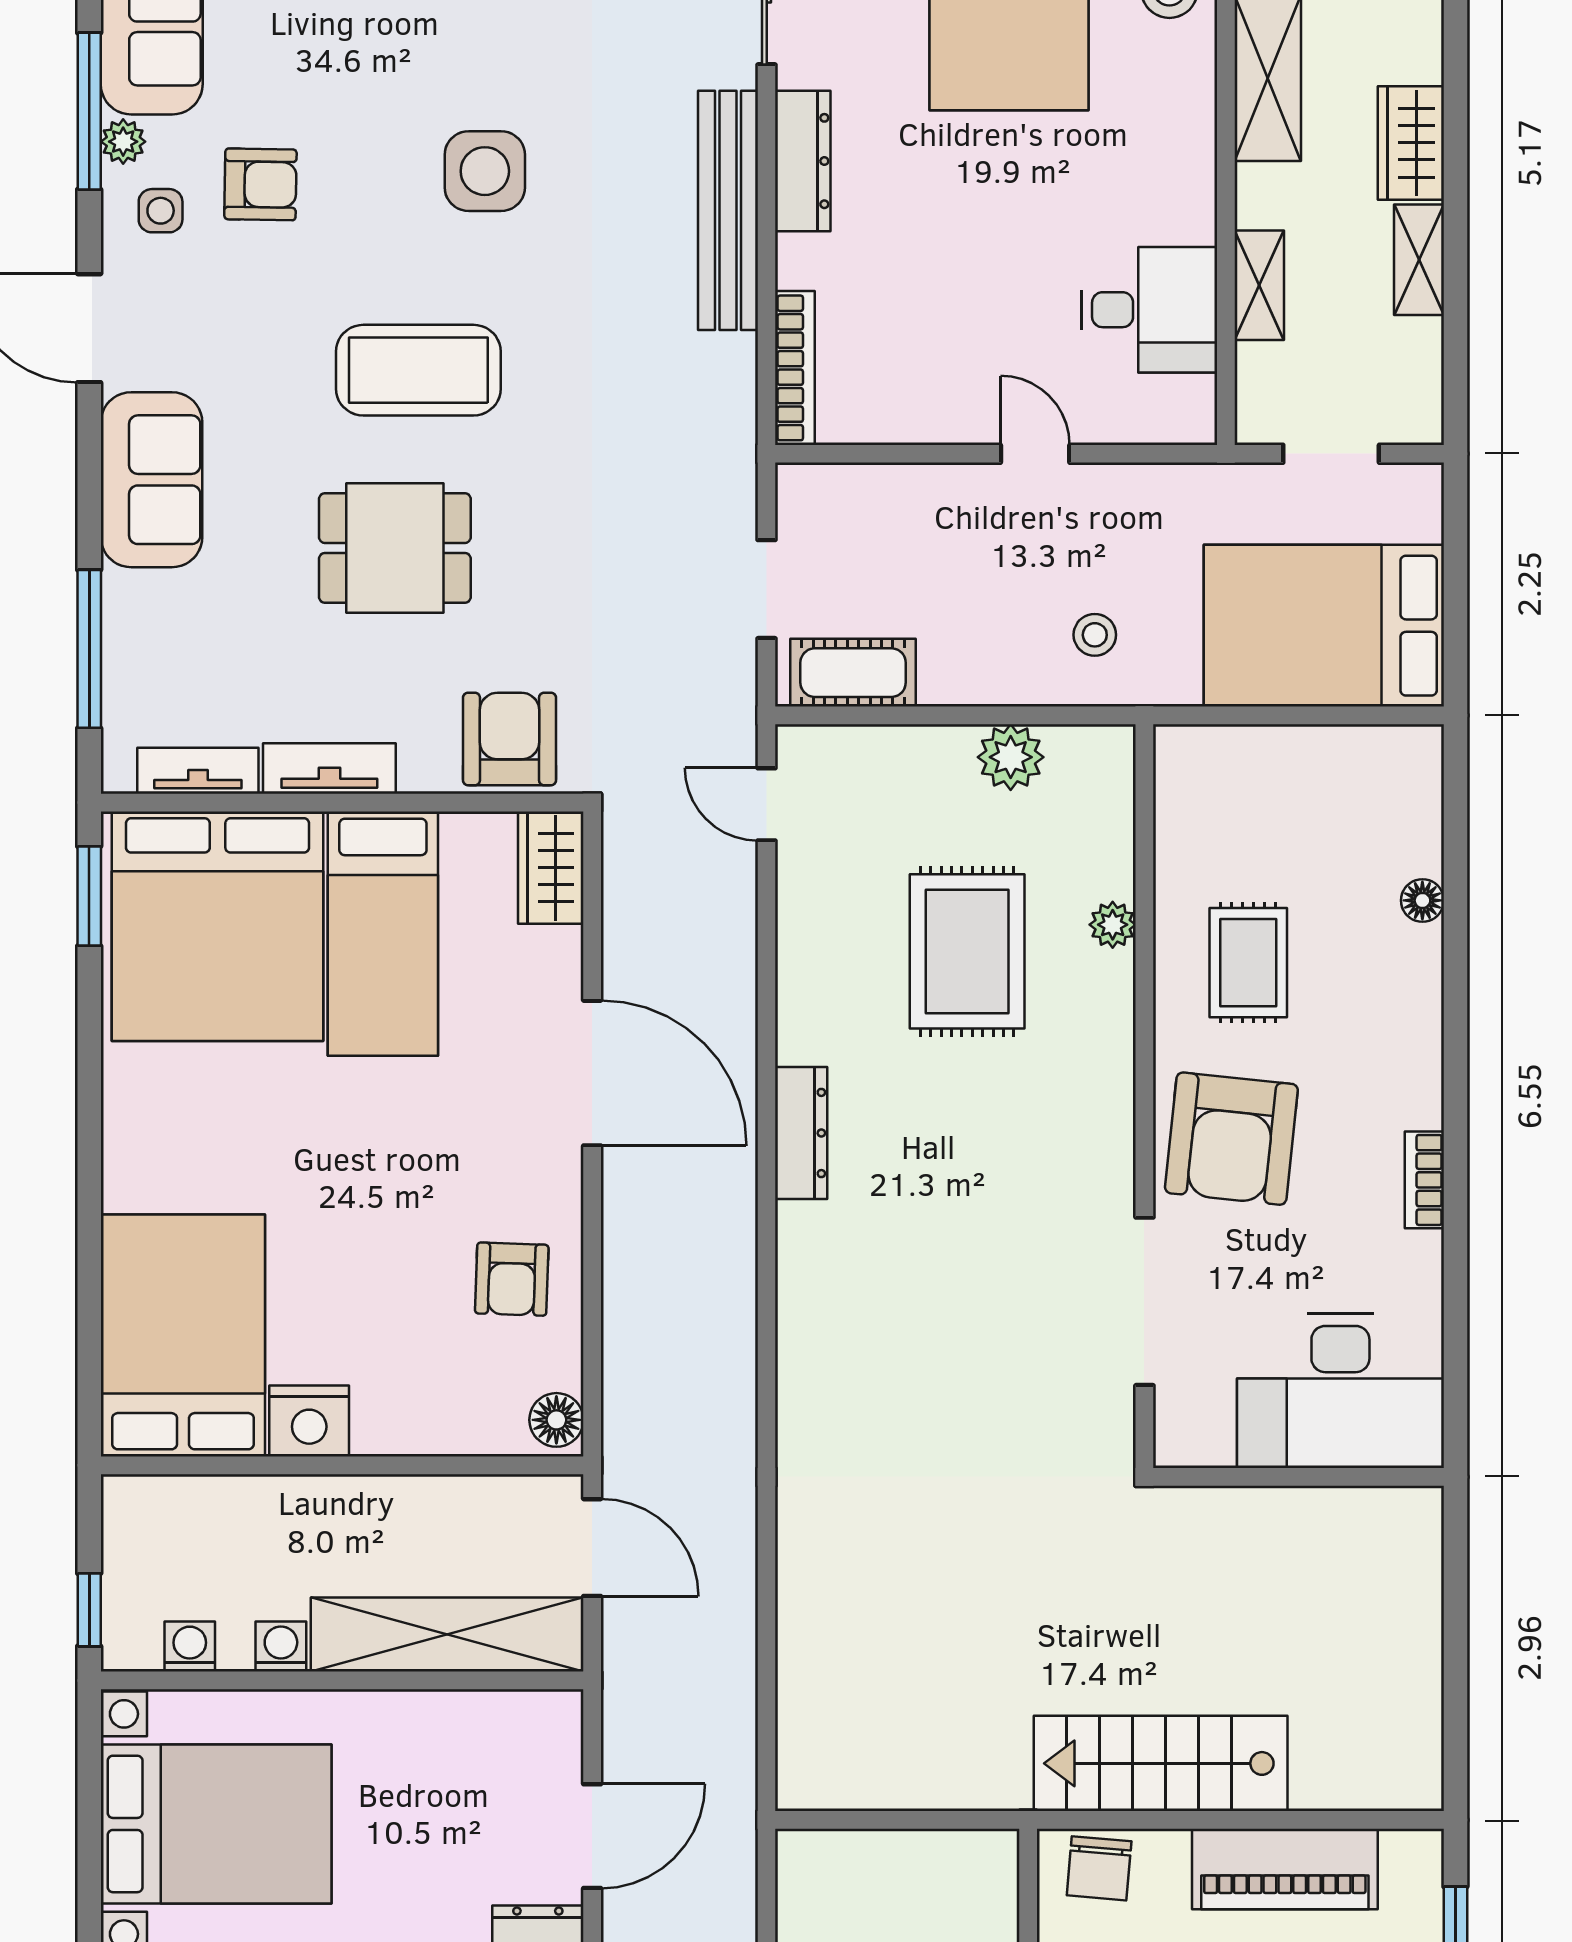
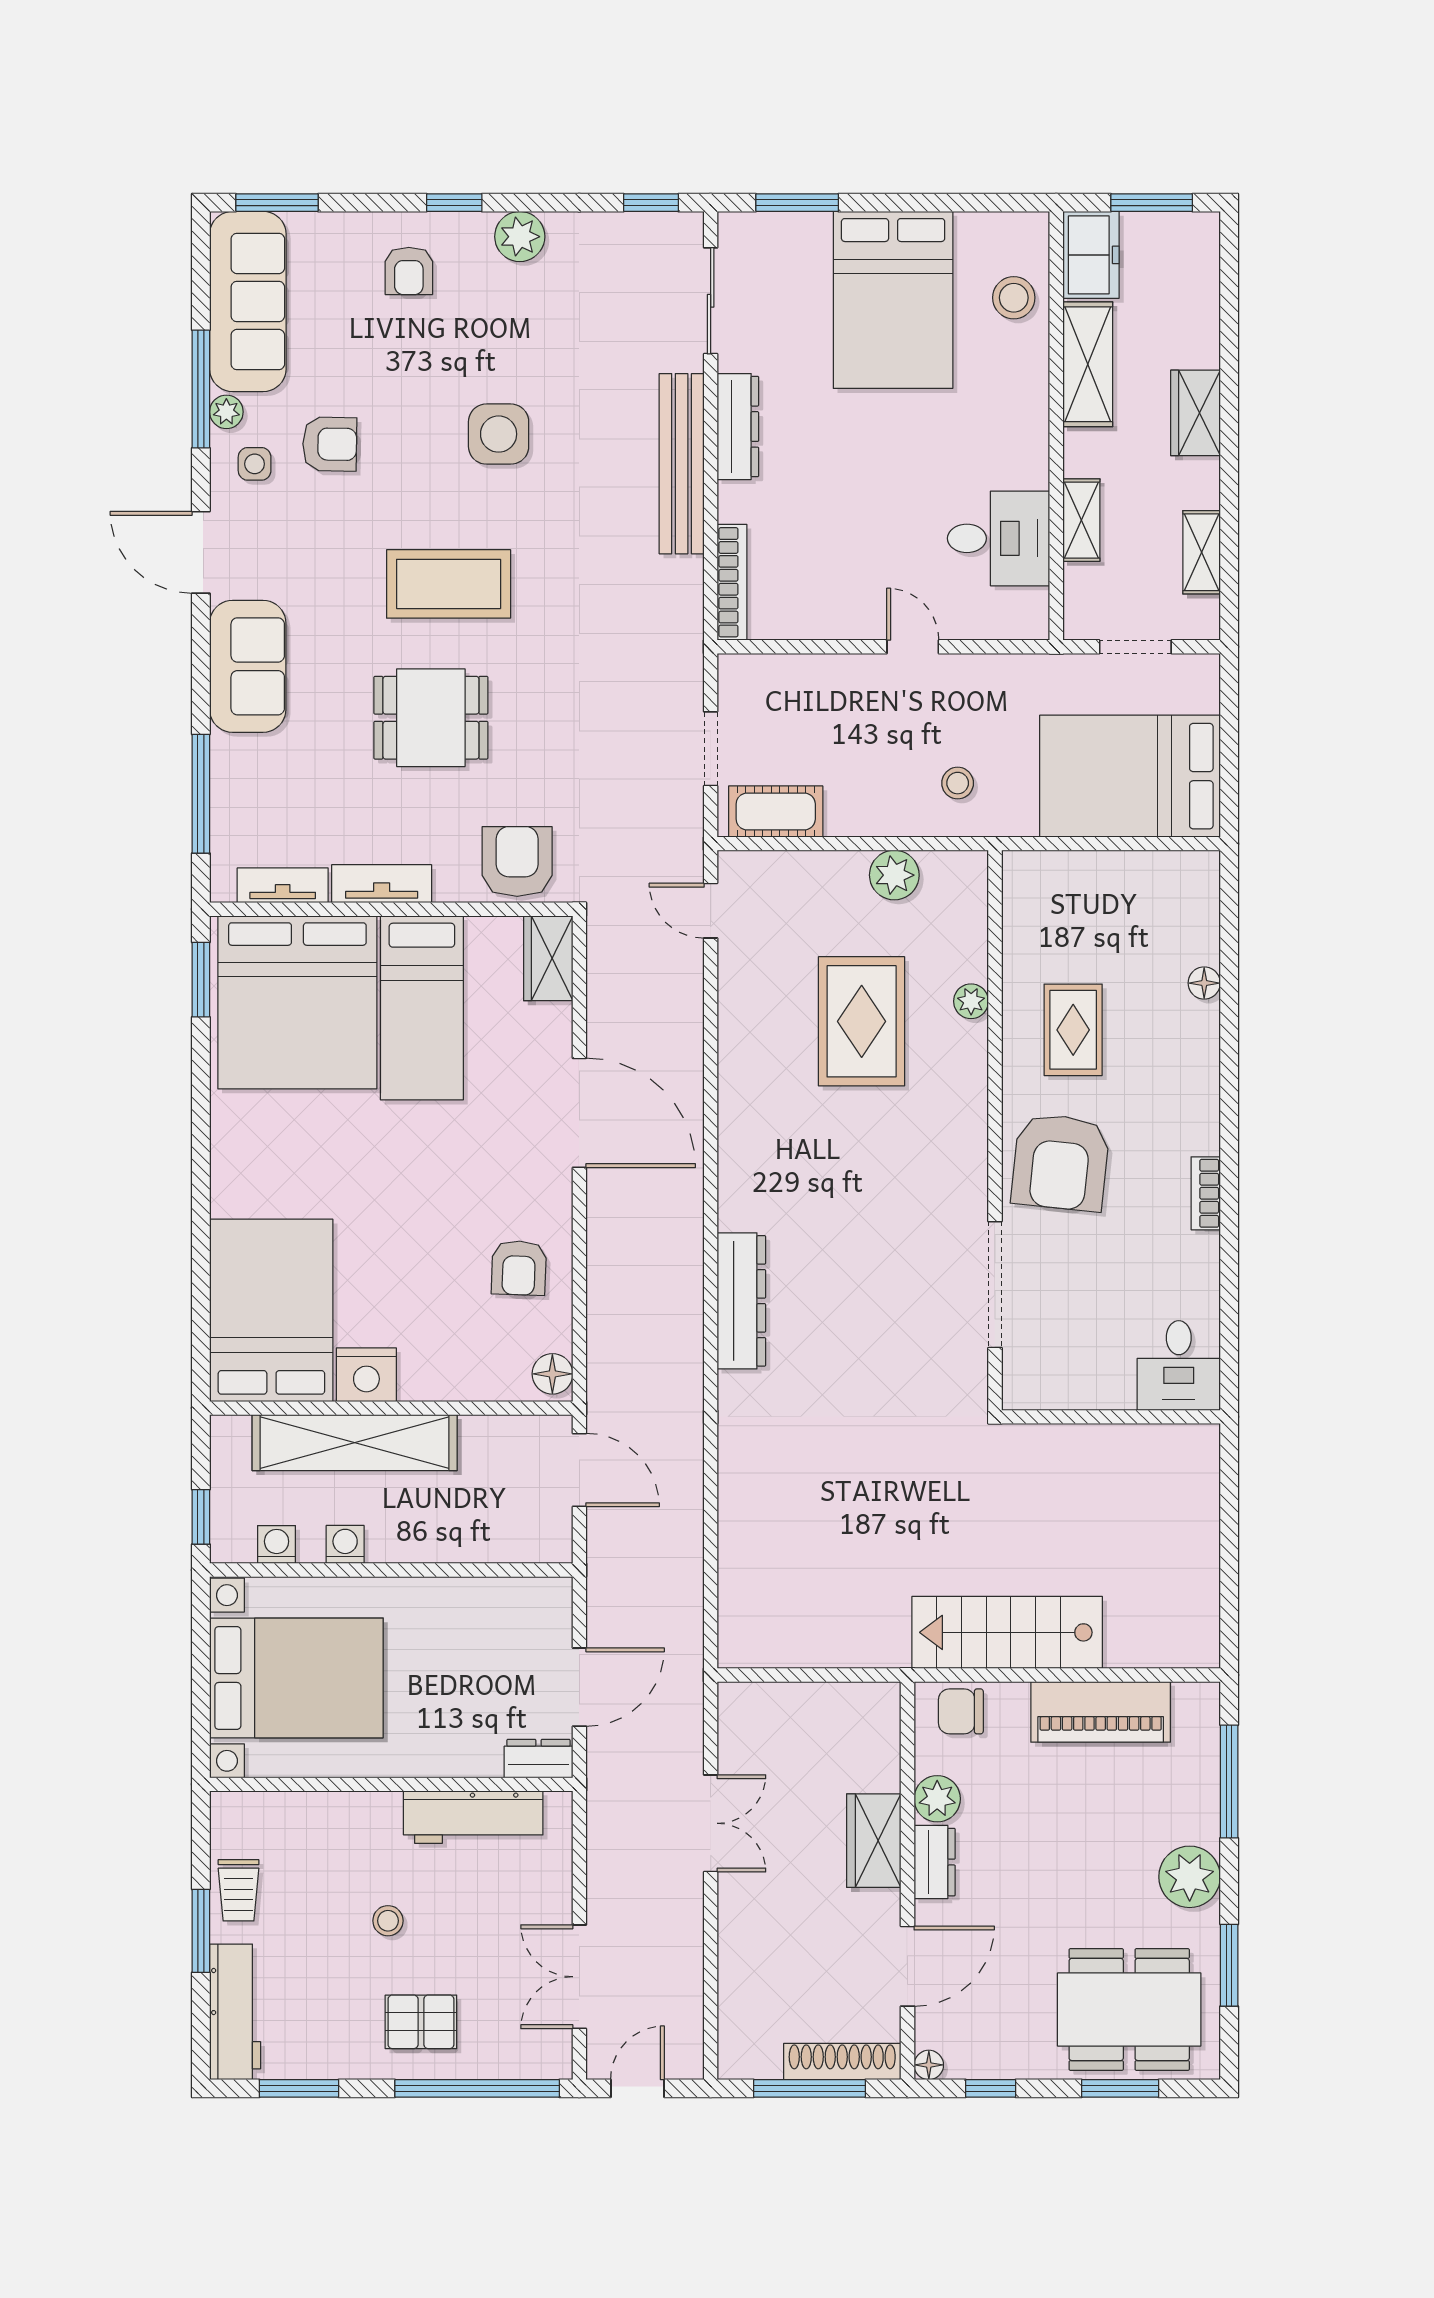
shelving: (1419, 260) -> (1202, 552), moved
dresser: (801, 1133) -> (741, 1301), moved, width x1.37, depth x1.24
desk: (1340, 1391) -> (1179, 1365), width x0.53, depth x0.77
shelving: (447, 1635) -> (355, 1443), moved
chair: (1099, 1868) -> (961, 1711), turned 85

